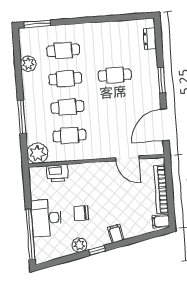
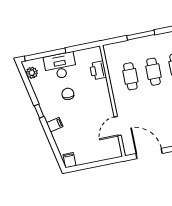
plant: (37, 153) -> (112, 52), removed
bookcase: (161, 189) -> (96, 157), removed
plant: (79, 245) -> (32, 73), moved

